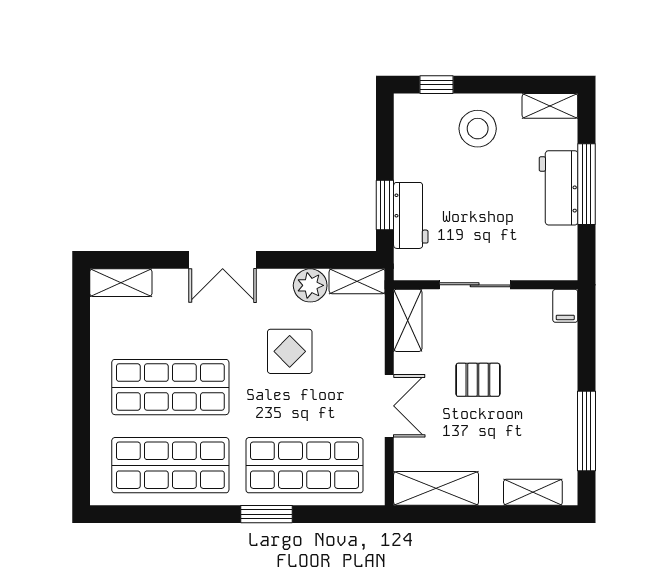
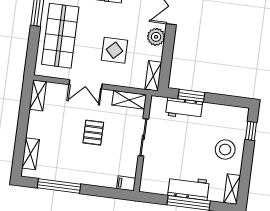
plant: (310, 285) -> (156, 37), moved
display table: (290, 351) -> (115, 50), moved
shelving: (436, 488) -> (38, 95), width x0.67, depth x0.75

